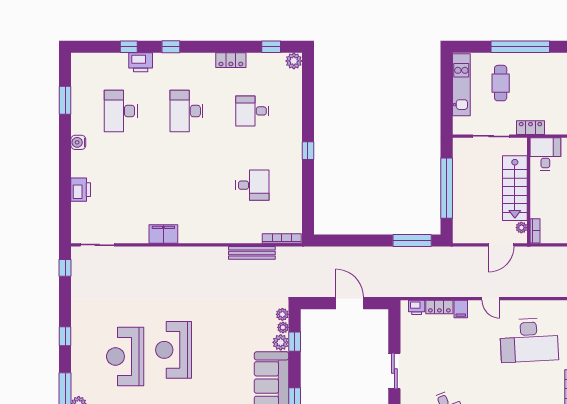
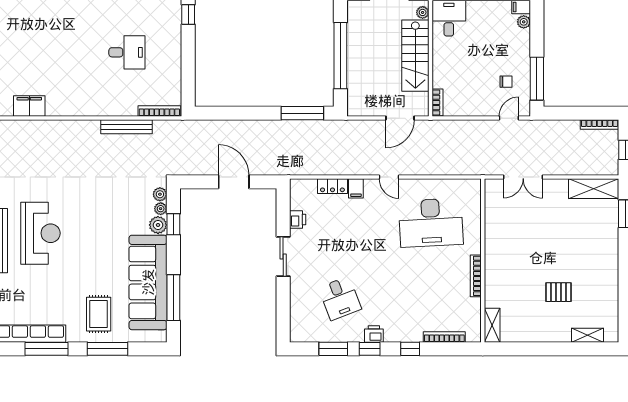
plant: (521, 228) -> (423, 12), moved
printer: (417, 307) -> (298, 219), moved, turned -90
reception desk: (174, 350) -> (40, 233), turned 180

